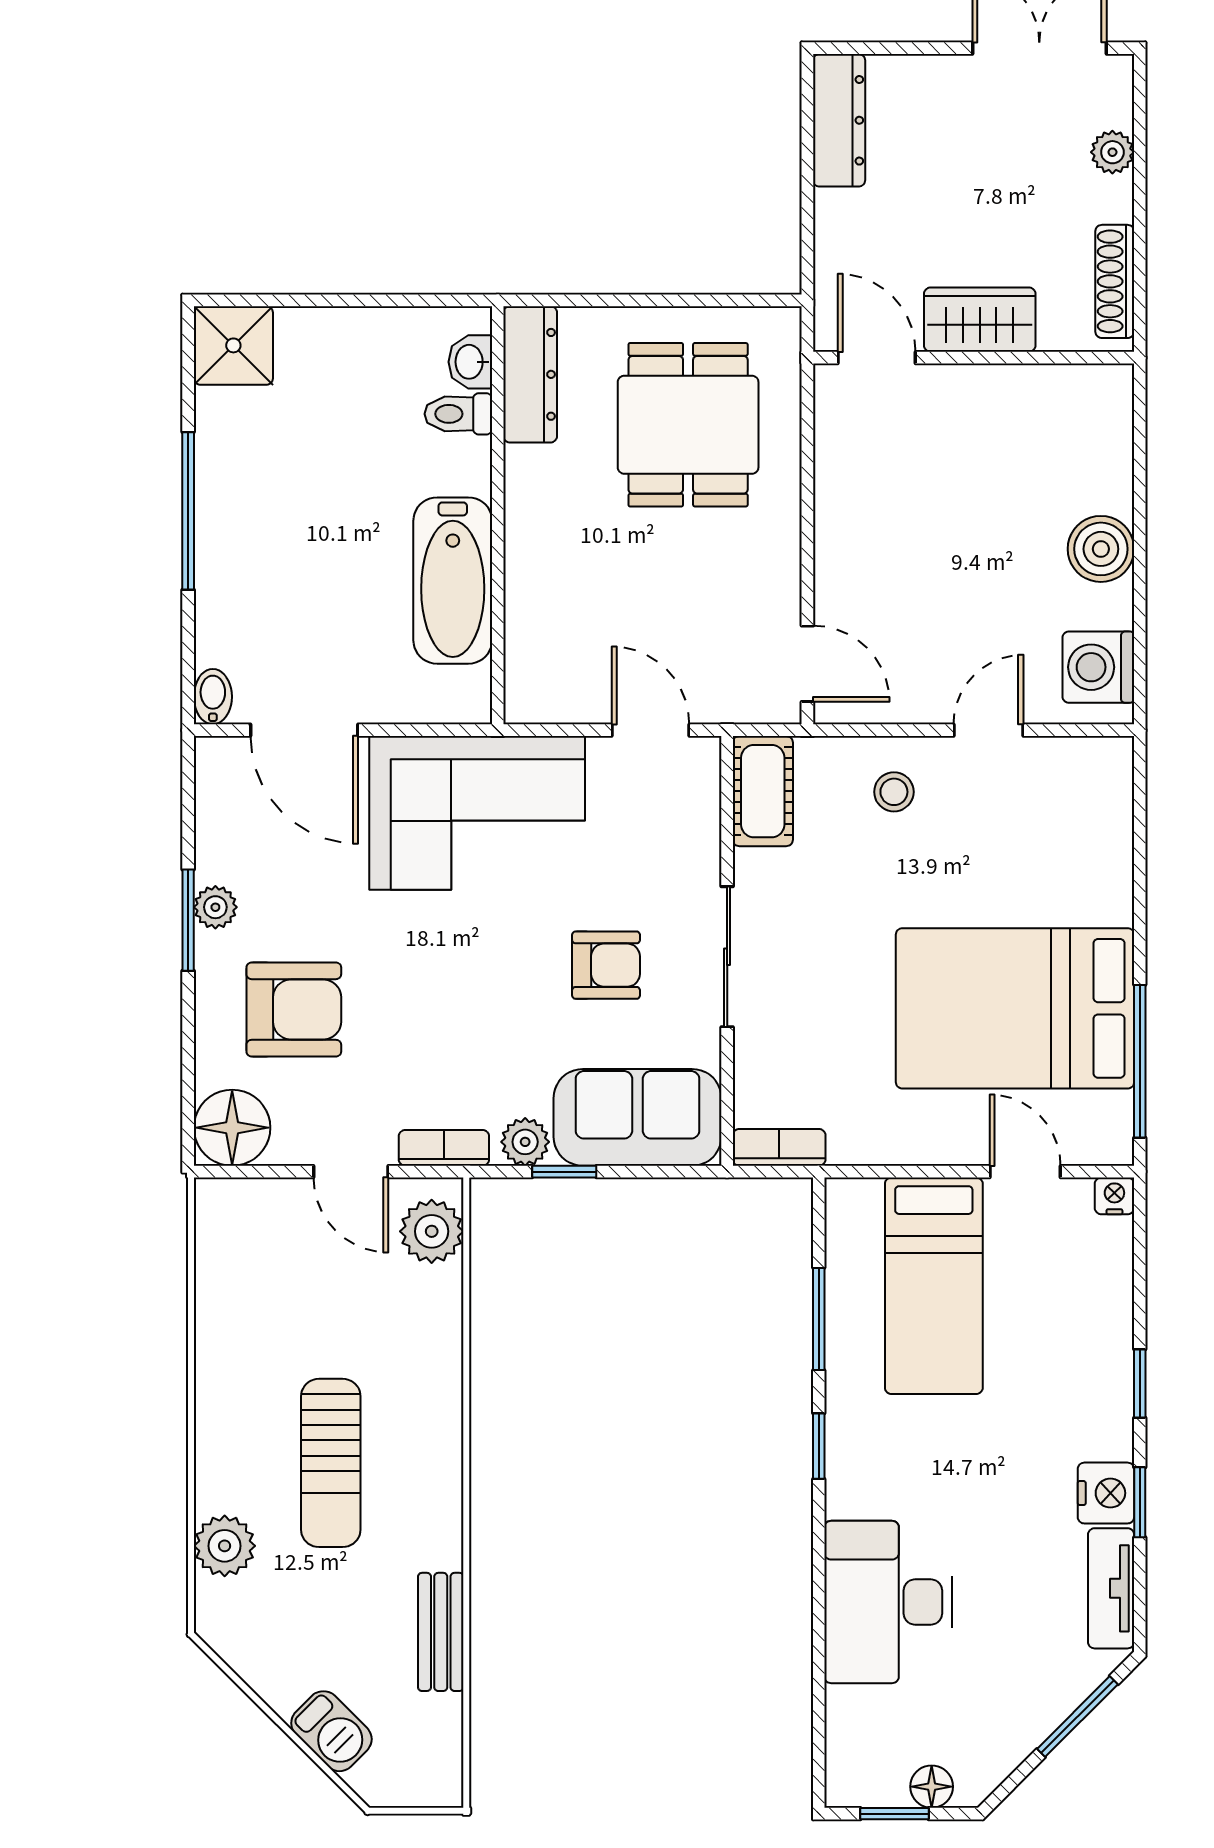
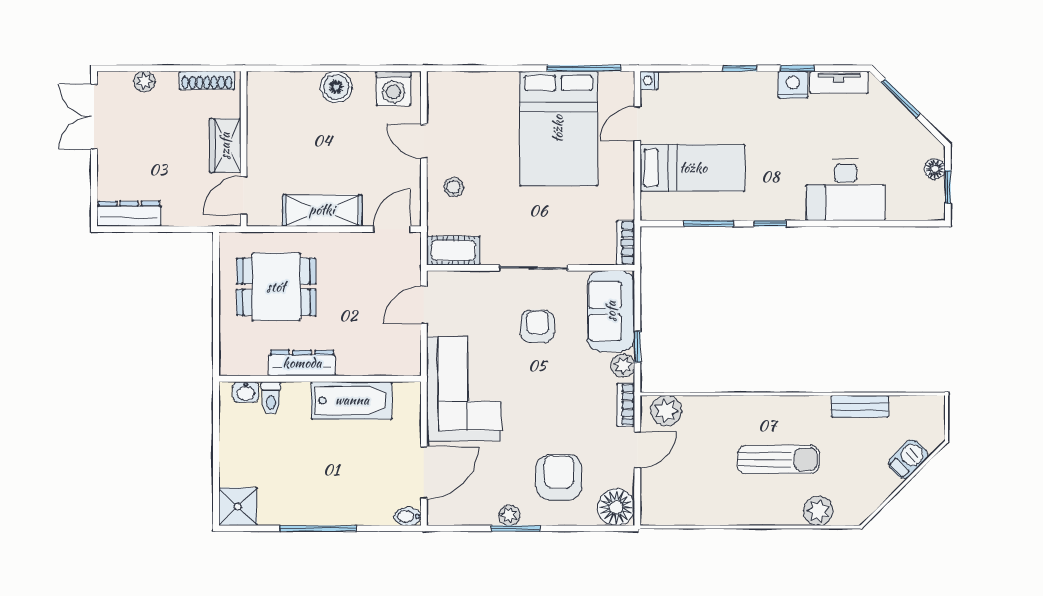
dresser: (530, 374) -> (302, 363), moved
shelving: (846, 520) -> (322, 210), added

